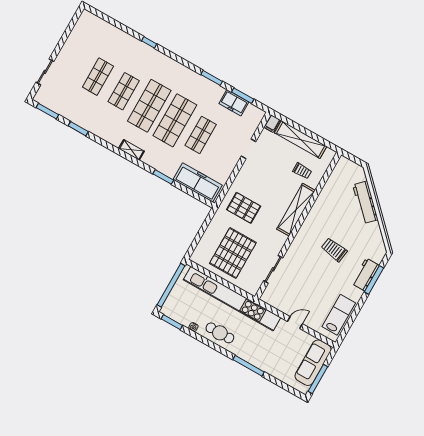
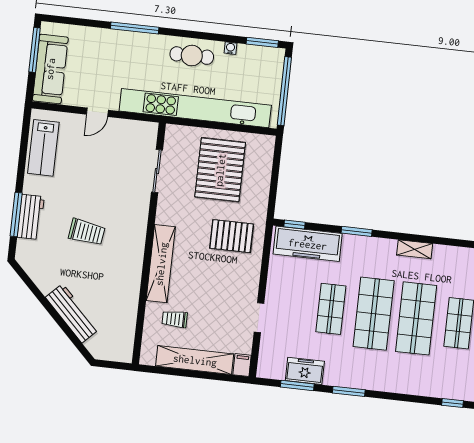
window: (201, 198) -> (294, 224), added

